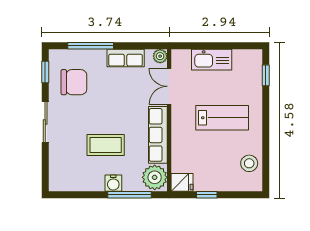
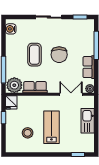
chair: (74, 82) -> (59, 55), moved
lab bench: (222, 118) -> (51, 127), turned 180
row of seats: (158, 135) -> (35, 87), width x0.68
stool: (249, 163) -> (28, 133), moved
water cooler: (113, 183) -> (11, 29), moved

